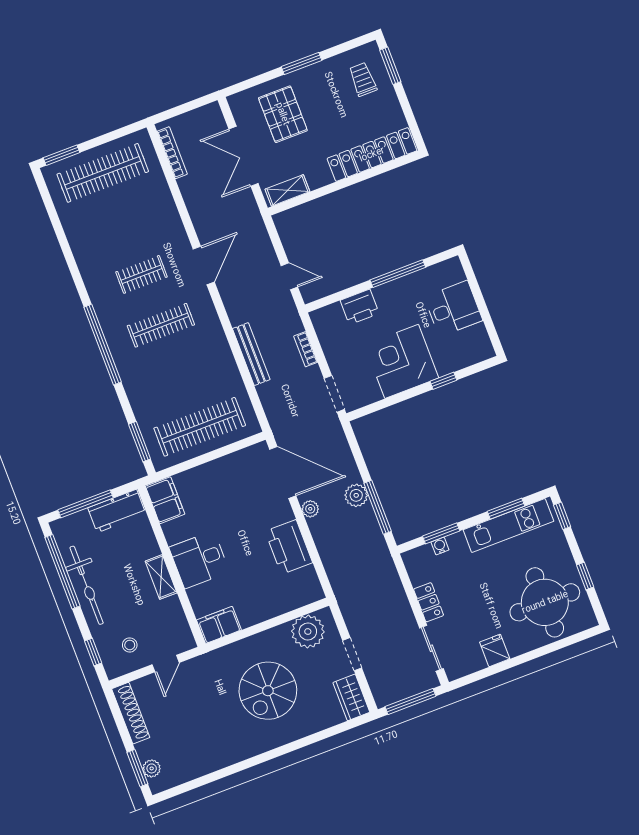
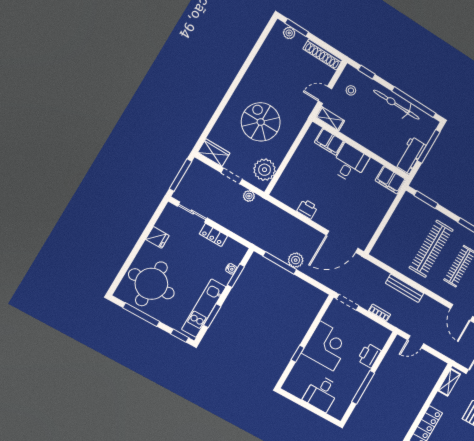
clothes rail: (200, 427) -> (431, 249), moved
plant: (310, 509) -> (249, 196), moved
printer: (289, 547) -> (307, 209), width x0.53, depth x0.68
window: (585, 576) -> (141, 315), width x2.17
shelving: (161, 577) -> (330, 119), moved
filing cabinet: (219, 625) -> (329, 142), moved, turned 90
door: (166, 664) -> (325, 95), hinge flipped

